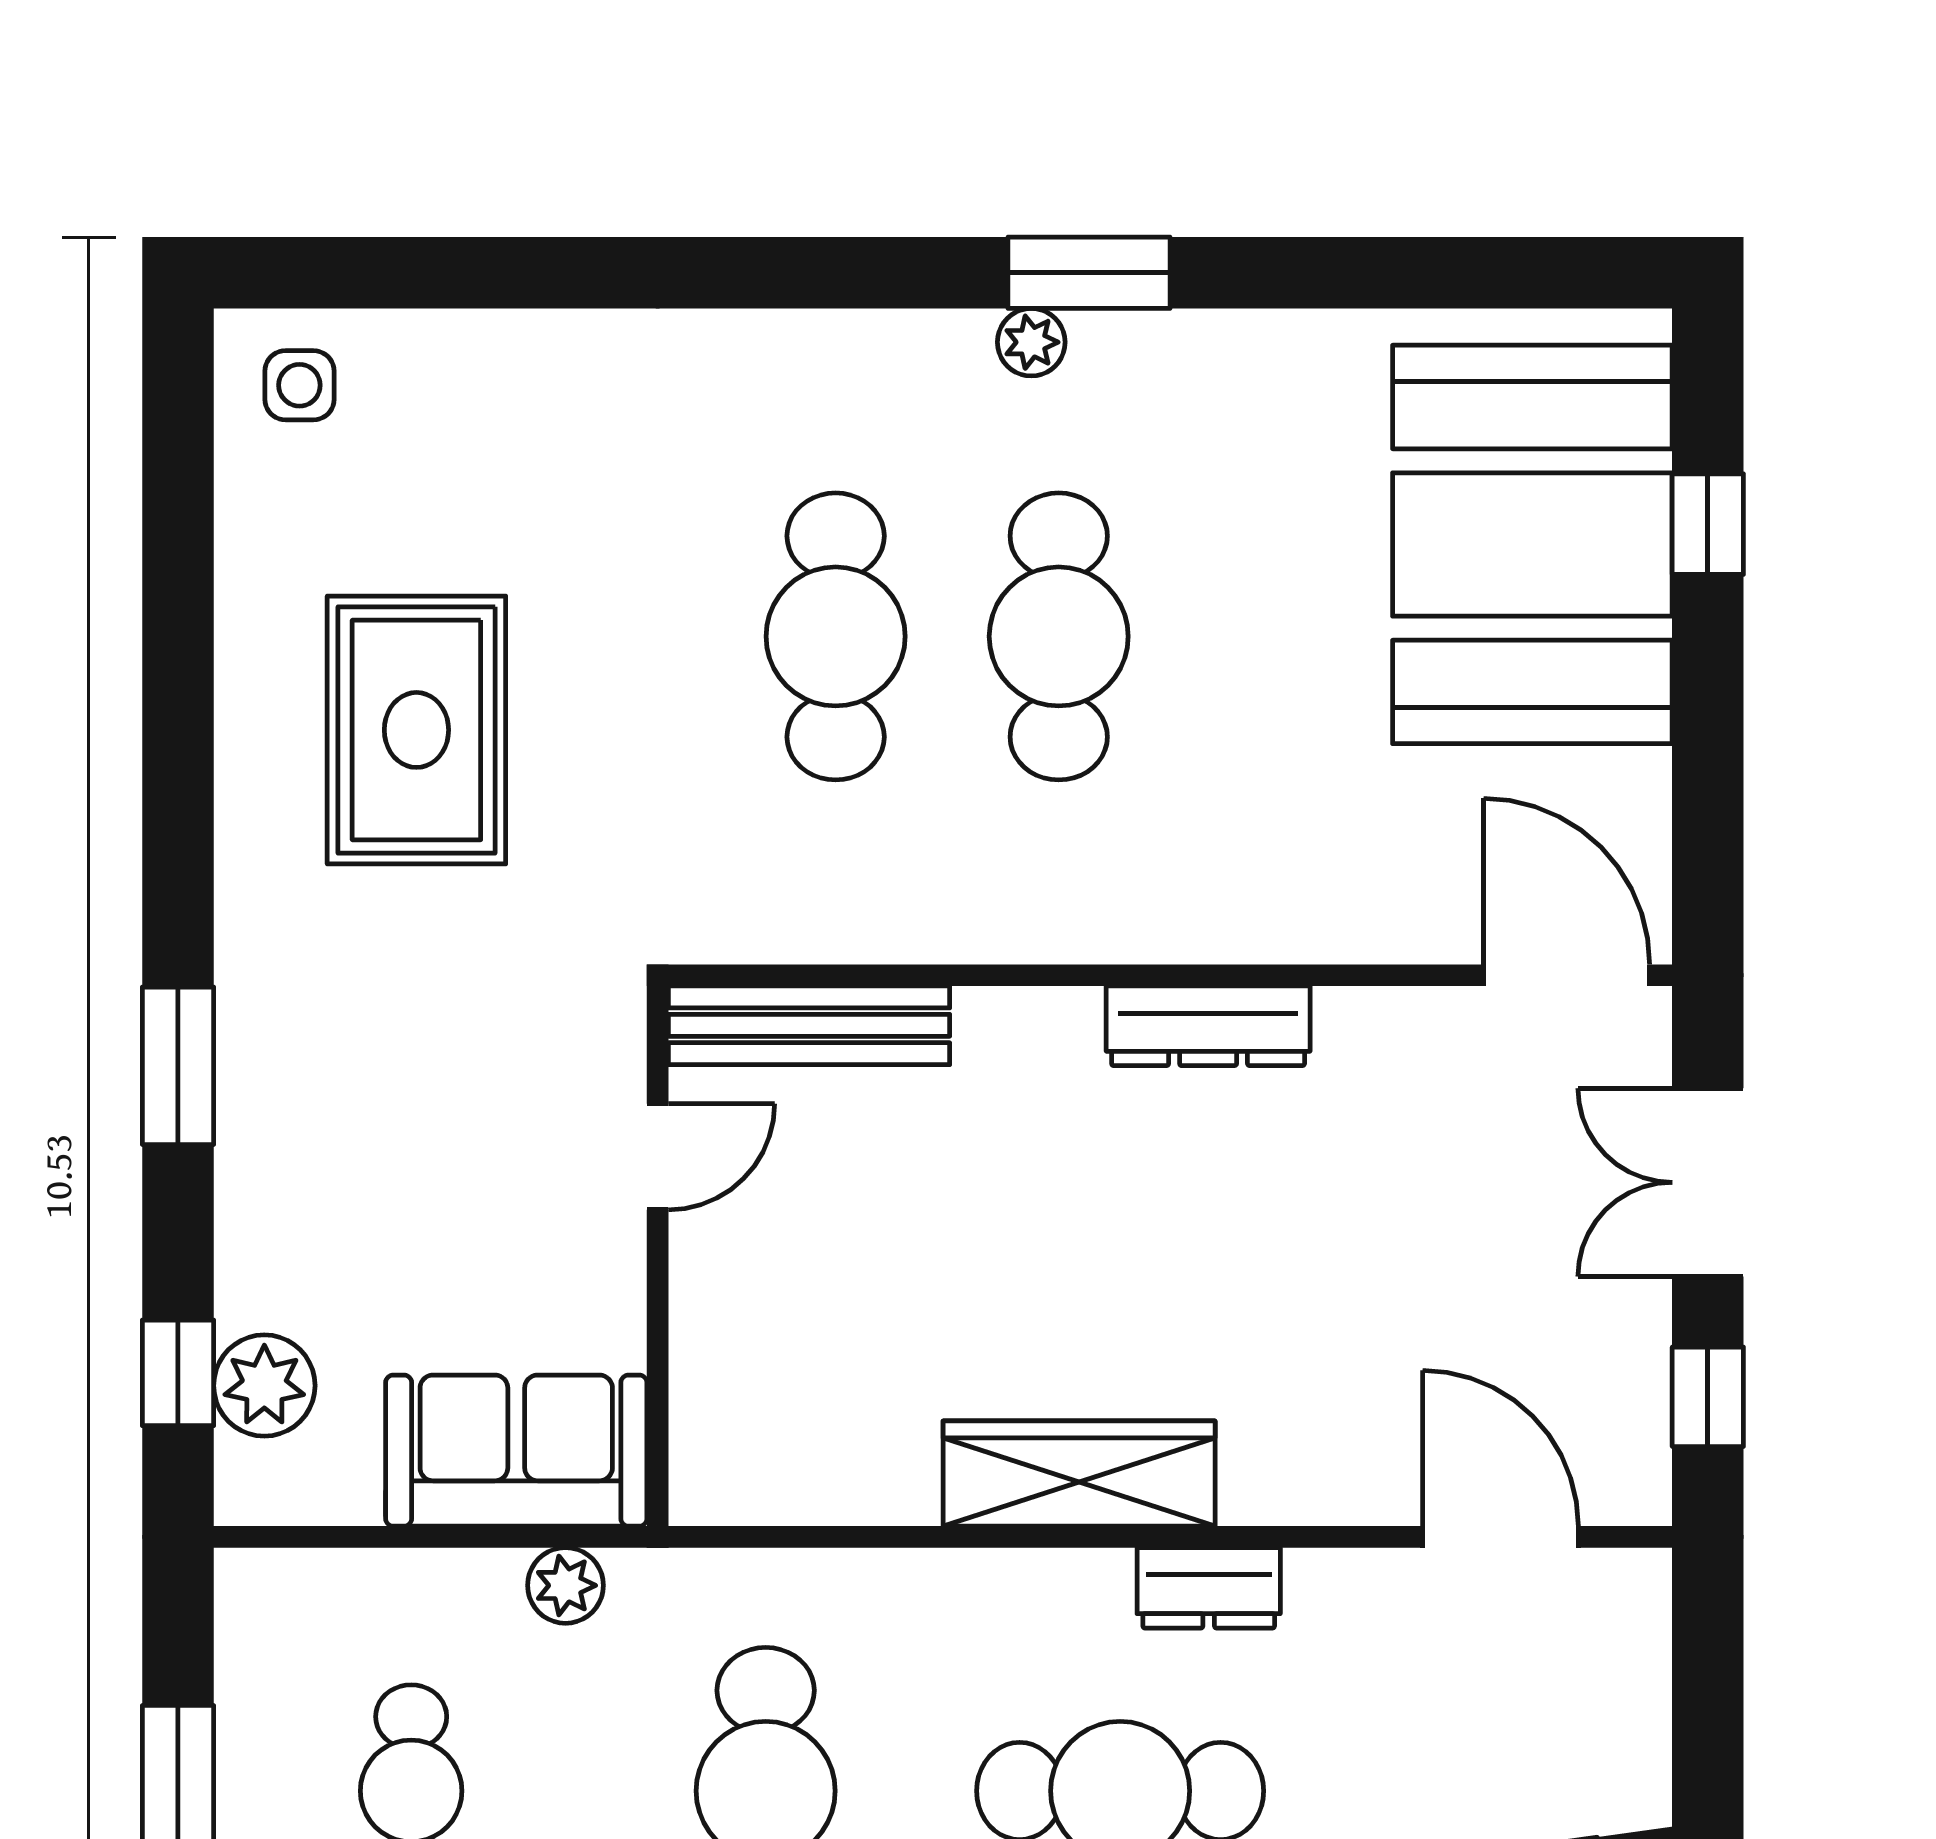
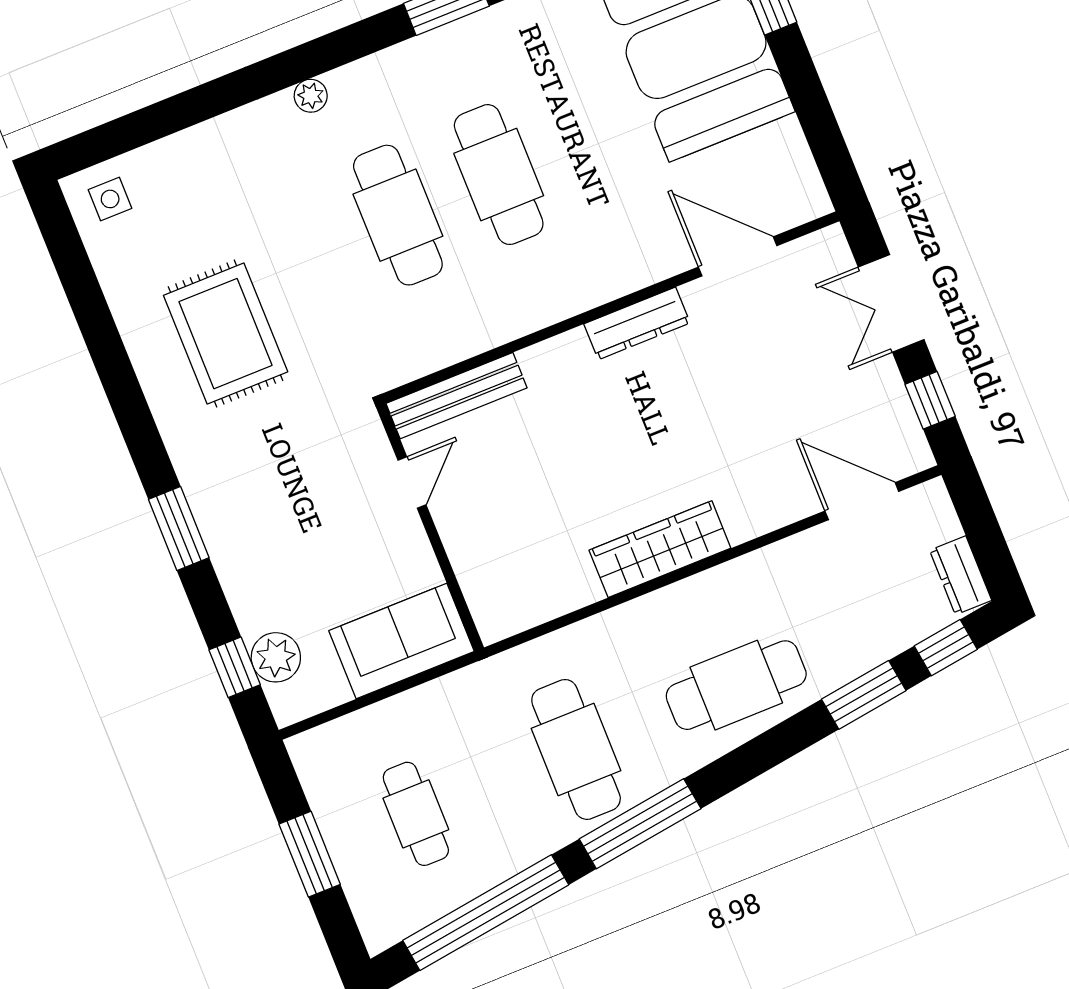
plant: (1031, 342) -> (311, 96), moved
door: (1567, 975) -> (738, 256), moved
plant: (565, 1585) -> (448, 693), removed
dresser: (1209, 1588) -> (961, 575), moved, turned 90

